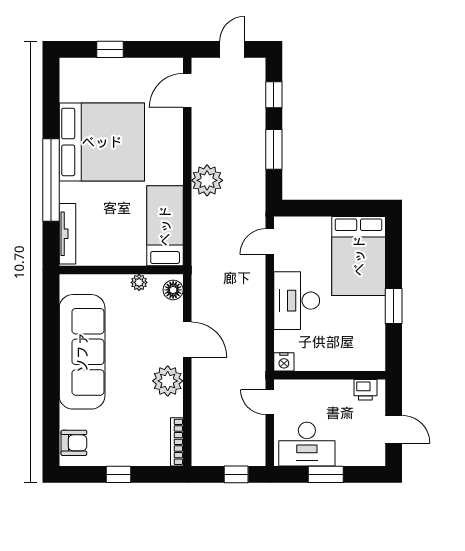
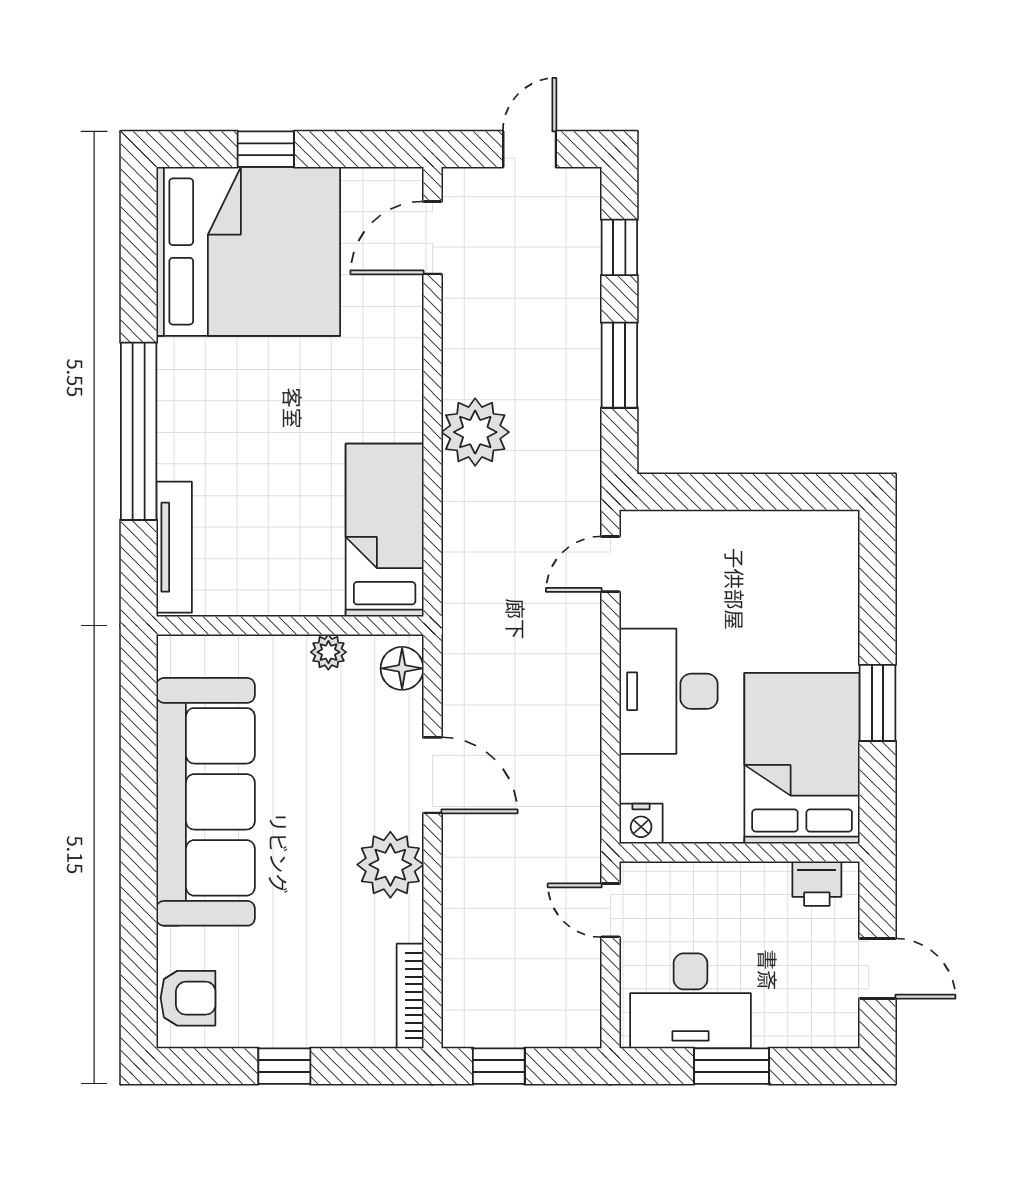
bed: (102, 142) -> (248, 251), moved
bed: (359, 256) -> (802, 758), moved, turned 180
window: (236, 474) -> (499, 1066), moved

